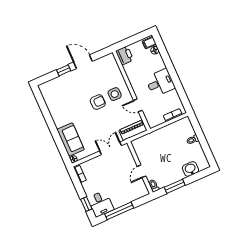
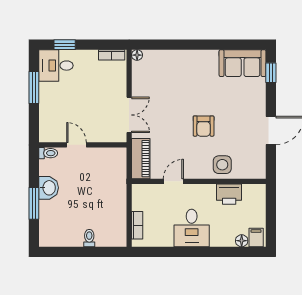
printer: (125, 55) -> (229, 194), moved
window: (64, 70) -> (271, 73), moved
side table: (115, 94) -> (222, 165), moved
sofa: (71, 140) -> (243, 63), moved
washbasin: (190, 169) -> (49, 188), moved
window: (175, 186) -> (34, 203), moved
window: (119, 211) -> (34, 87), width x0.69

